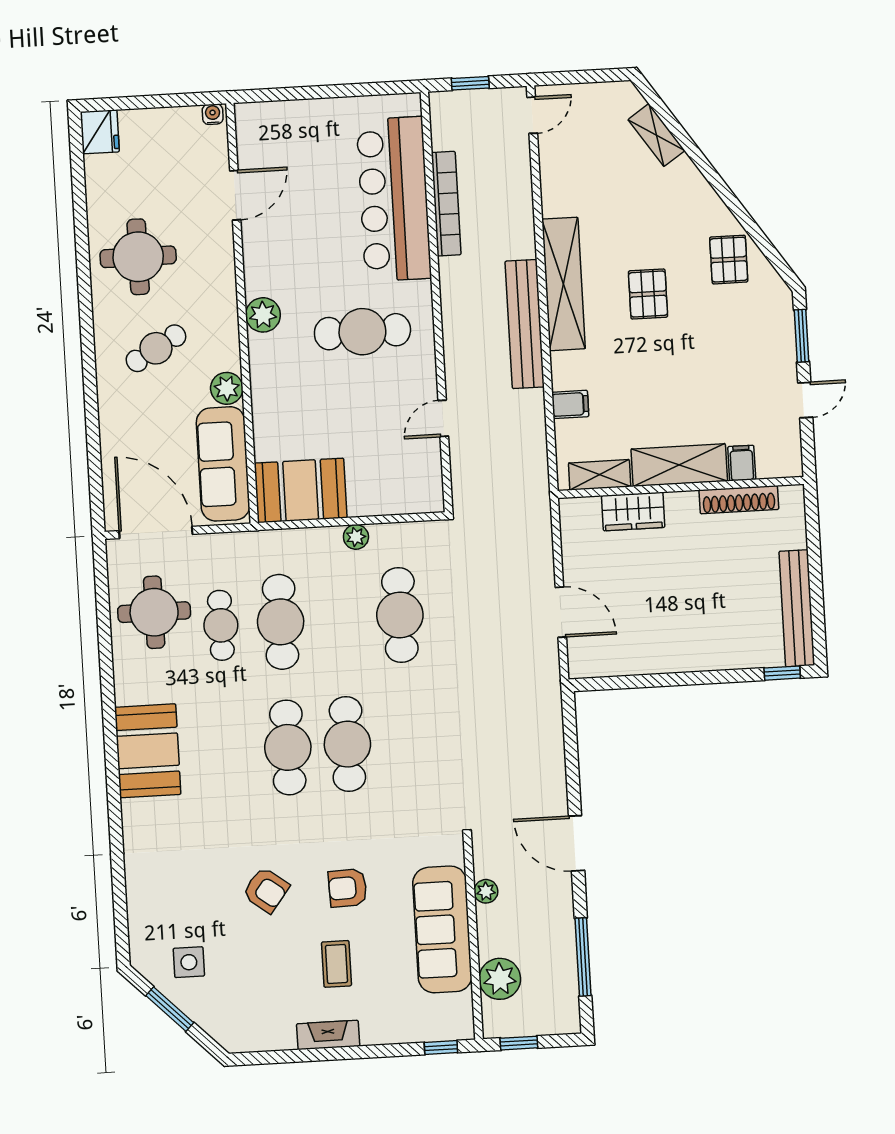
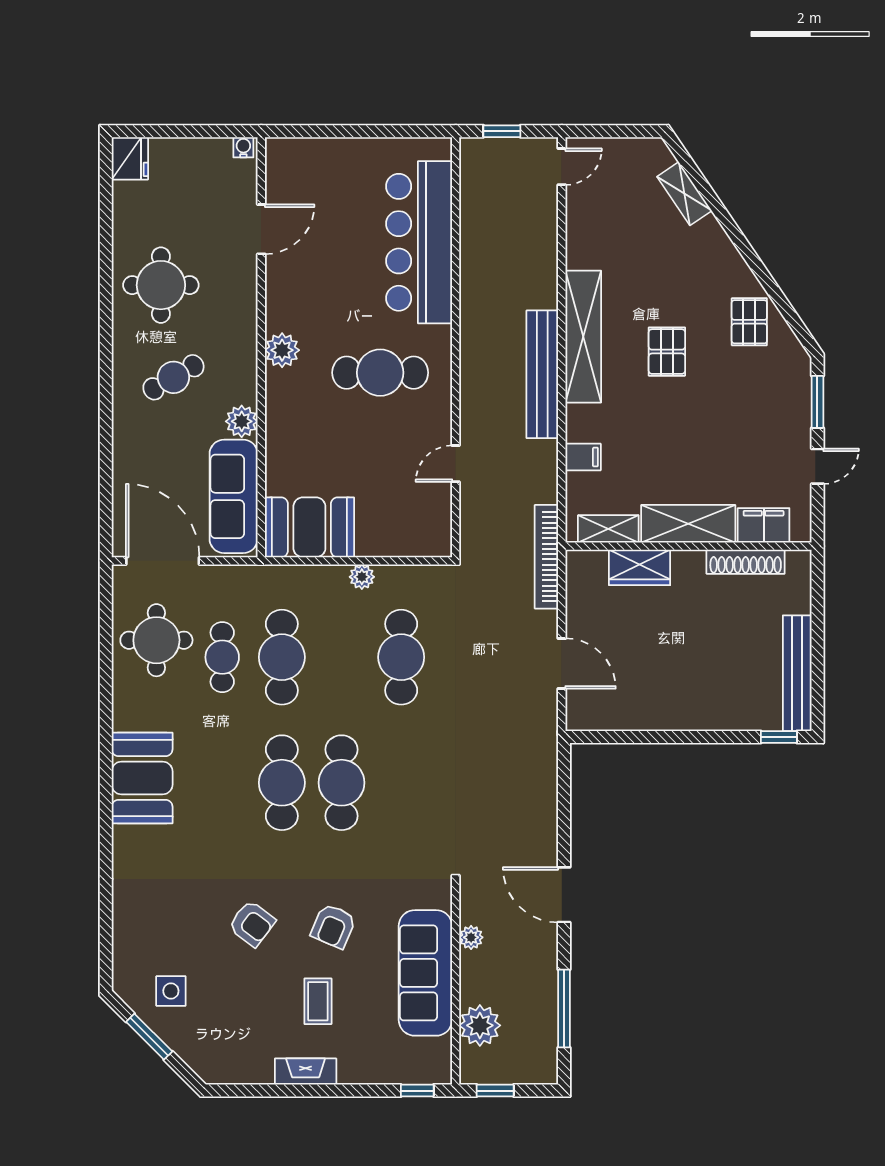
bookcase: (446, 204) -> (546, 557), moved, turned 180
filing cabinet: (742, 463) -> (764, 525), width x2.00
armchair: (348, 888) -> (333, 926), turned -65

